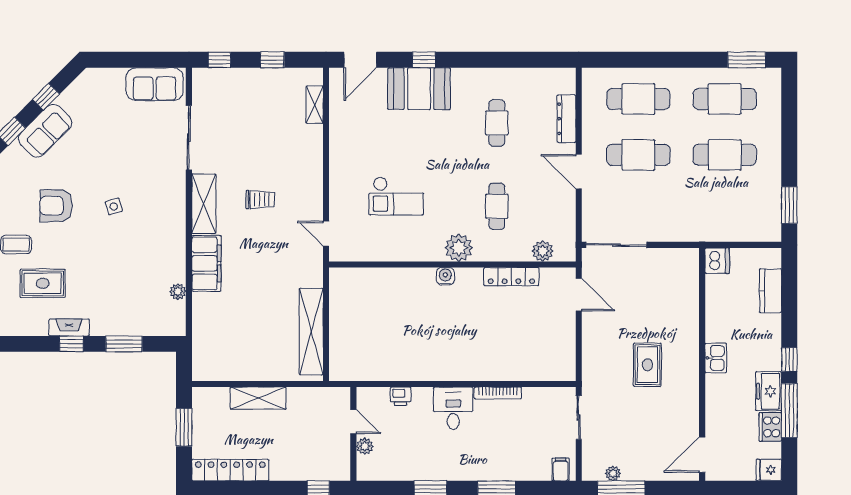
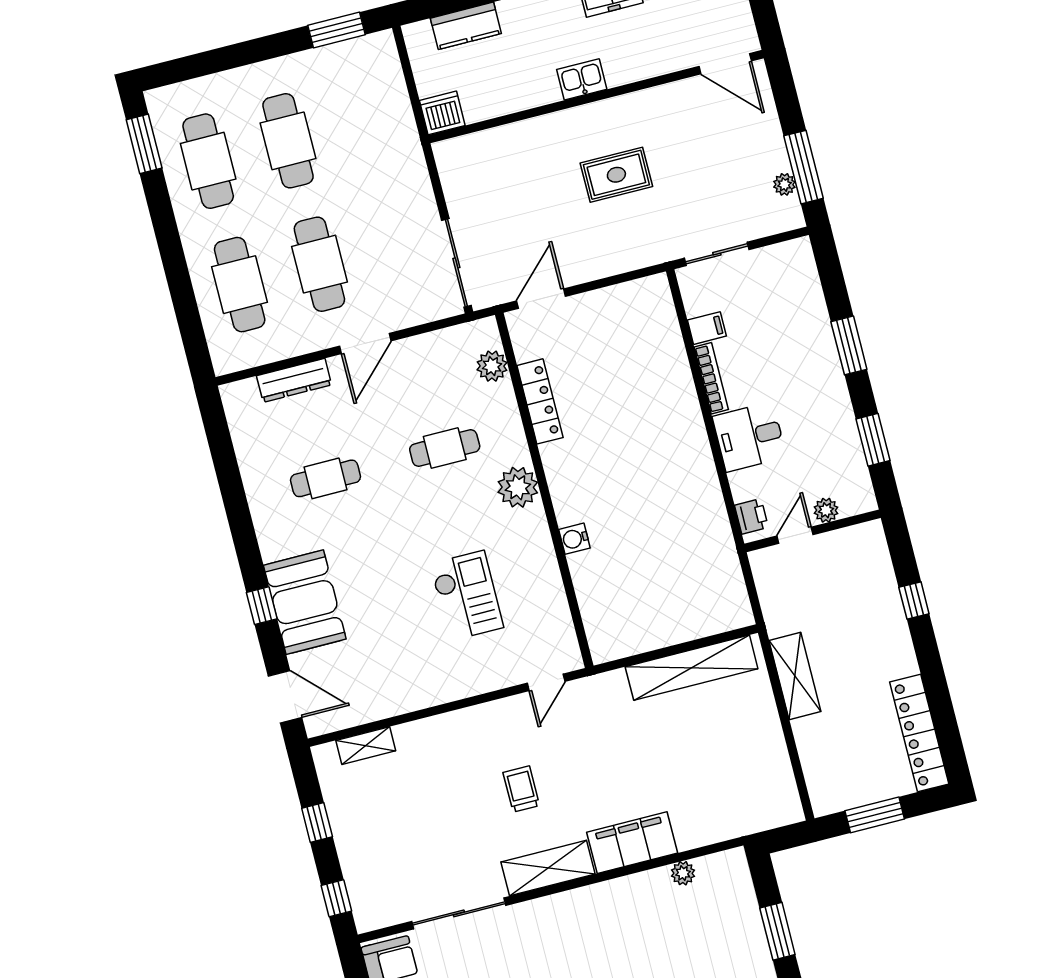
water cooler: (445, 276) -> (574, 539), moved
shelving: (258, 398) -> (795, 676), moved
door: (353, 422) -> (795, 535), moved
wall: (353, 434) -> (813, 531), moved
plant: (365, 446) -> (826, 510), moved
filing cabinet: (561, 469) -> (707, 328), moved, turned 180

